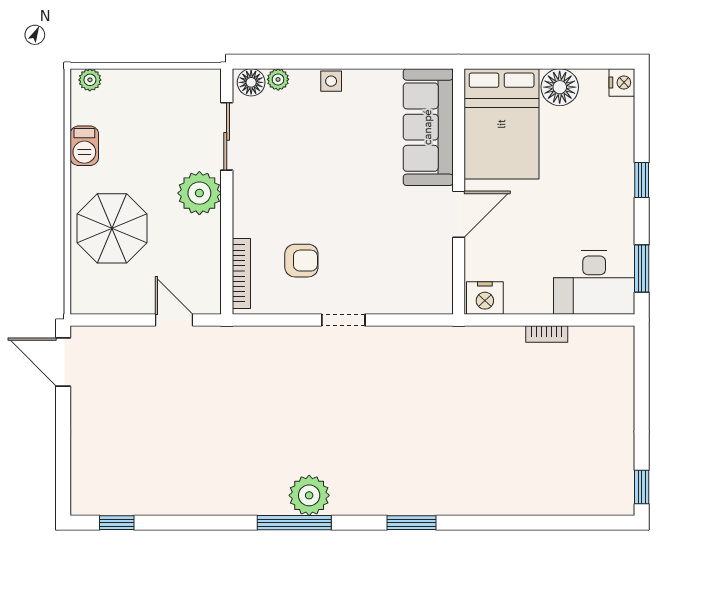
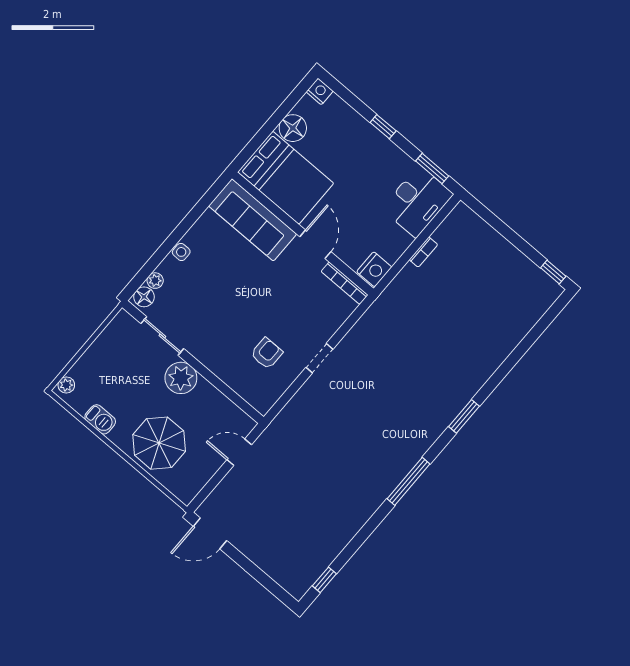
bookcase: (241, 273) -> (345, 283), moved, turned 180
plant: (309, 495) -> (400, 460), removed

